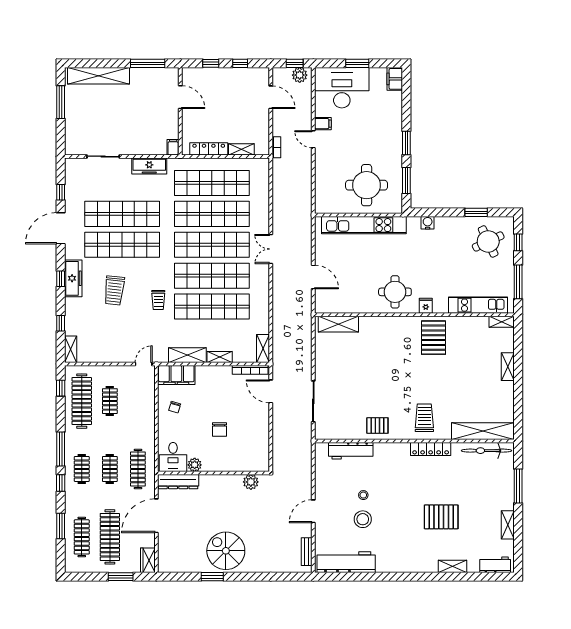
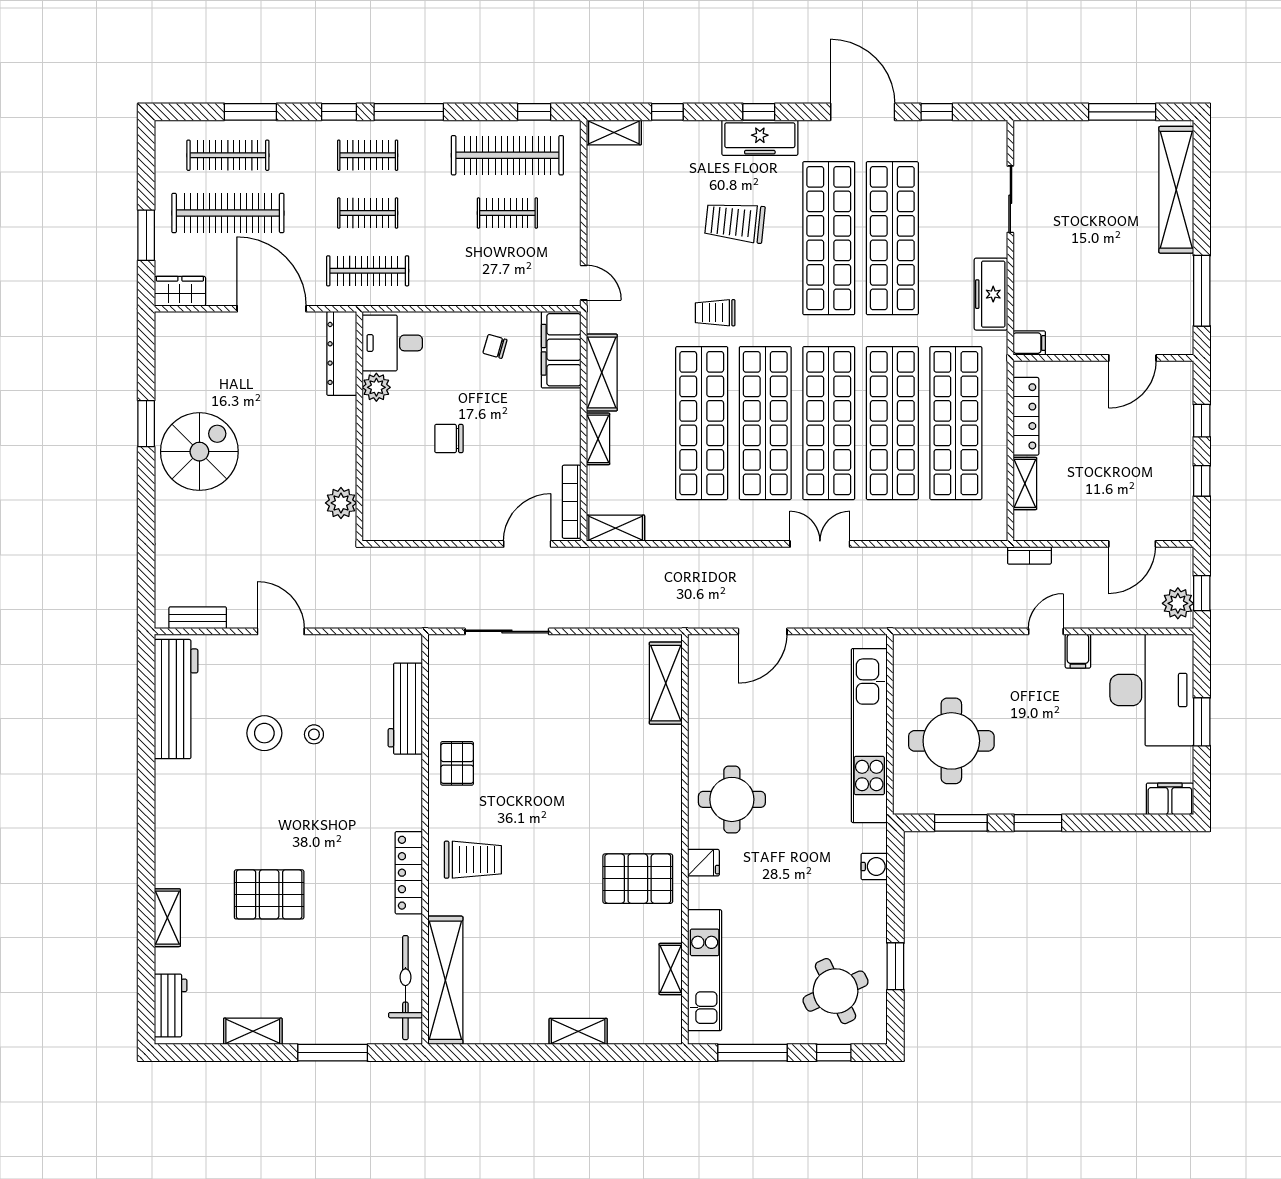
shelving: (502, 322) -> (671, 969), moved
pallet: (441, 517) -> (269, 894), turned 90

